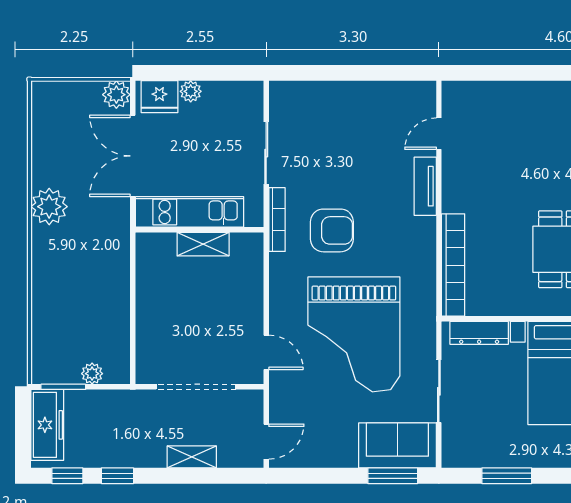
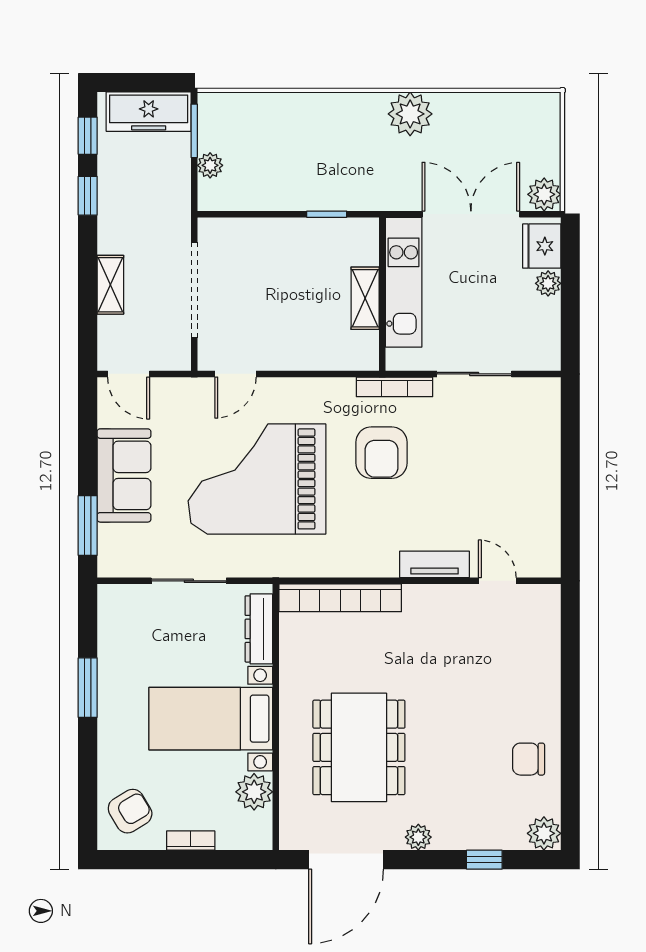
window: (133, 276) -> (327, 214), added
sofa: (397, 445) -> (124, 475), moved
window: (507, 476) -> (88, 688), moved

